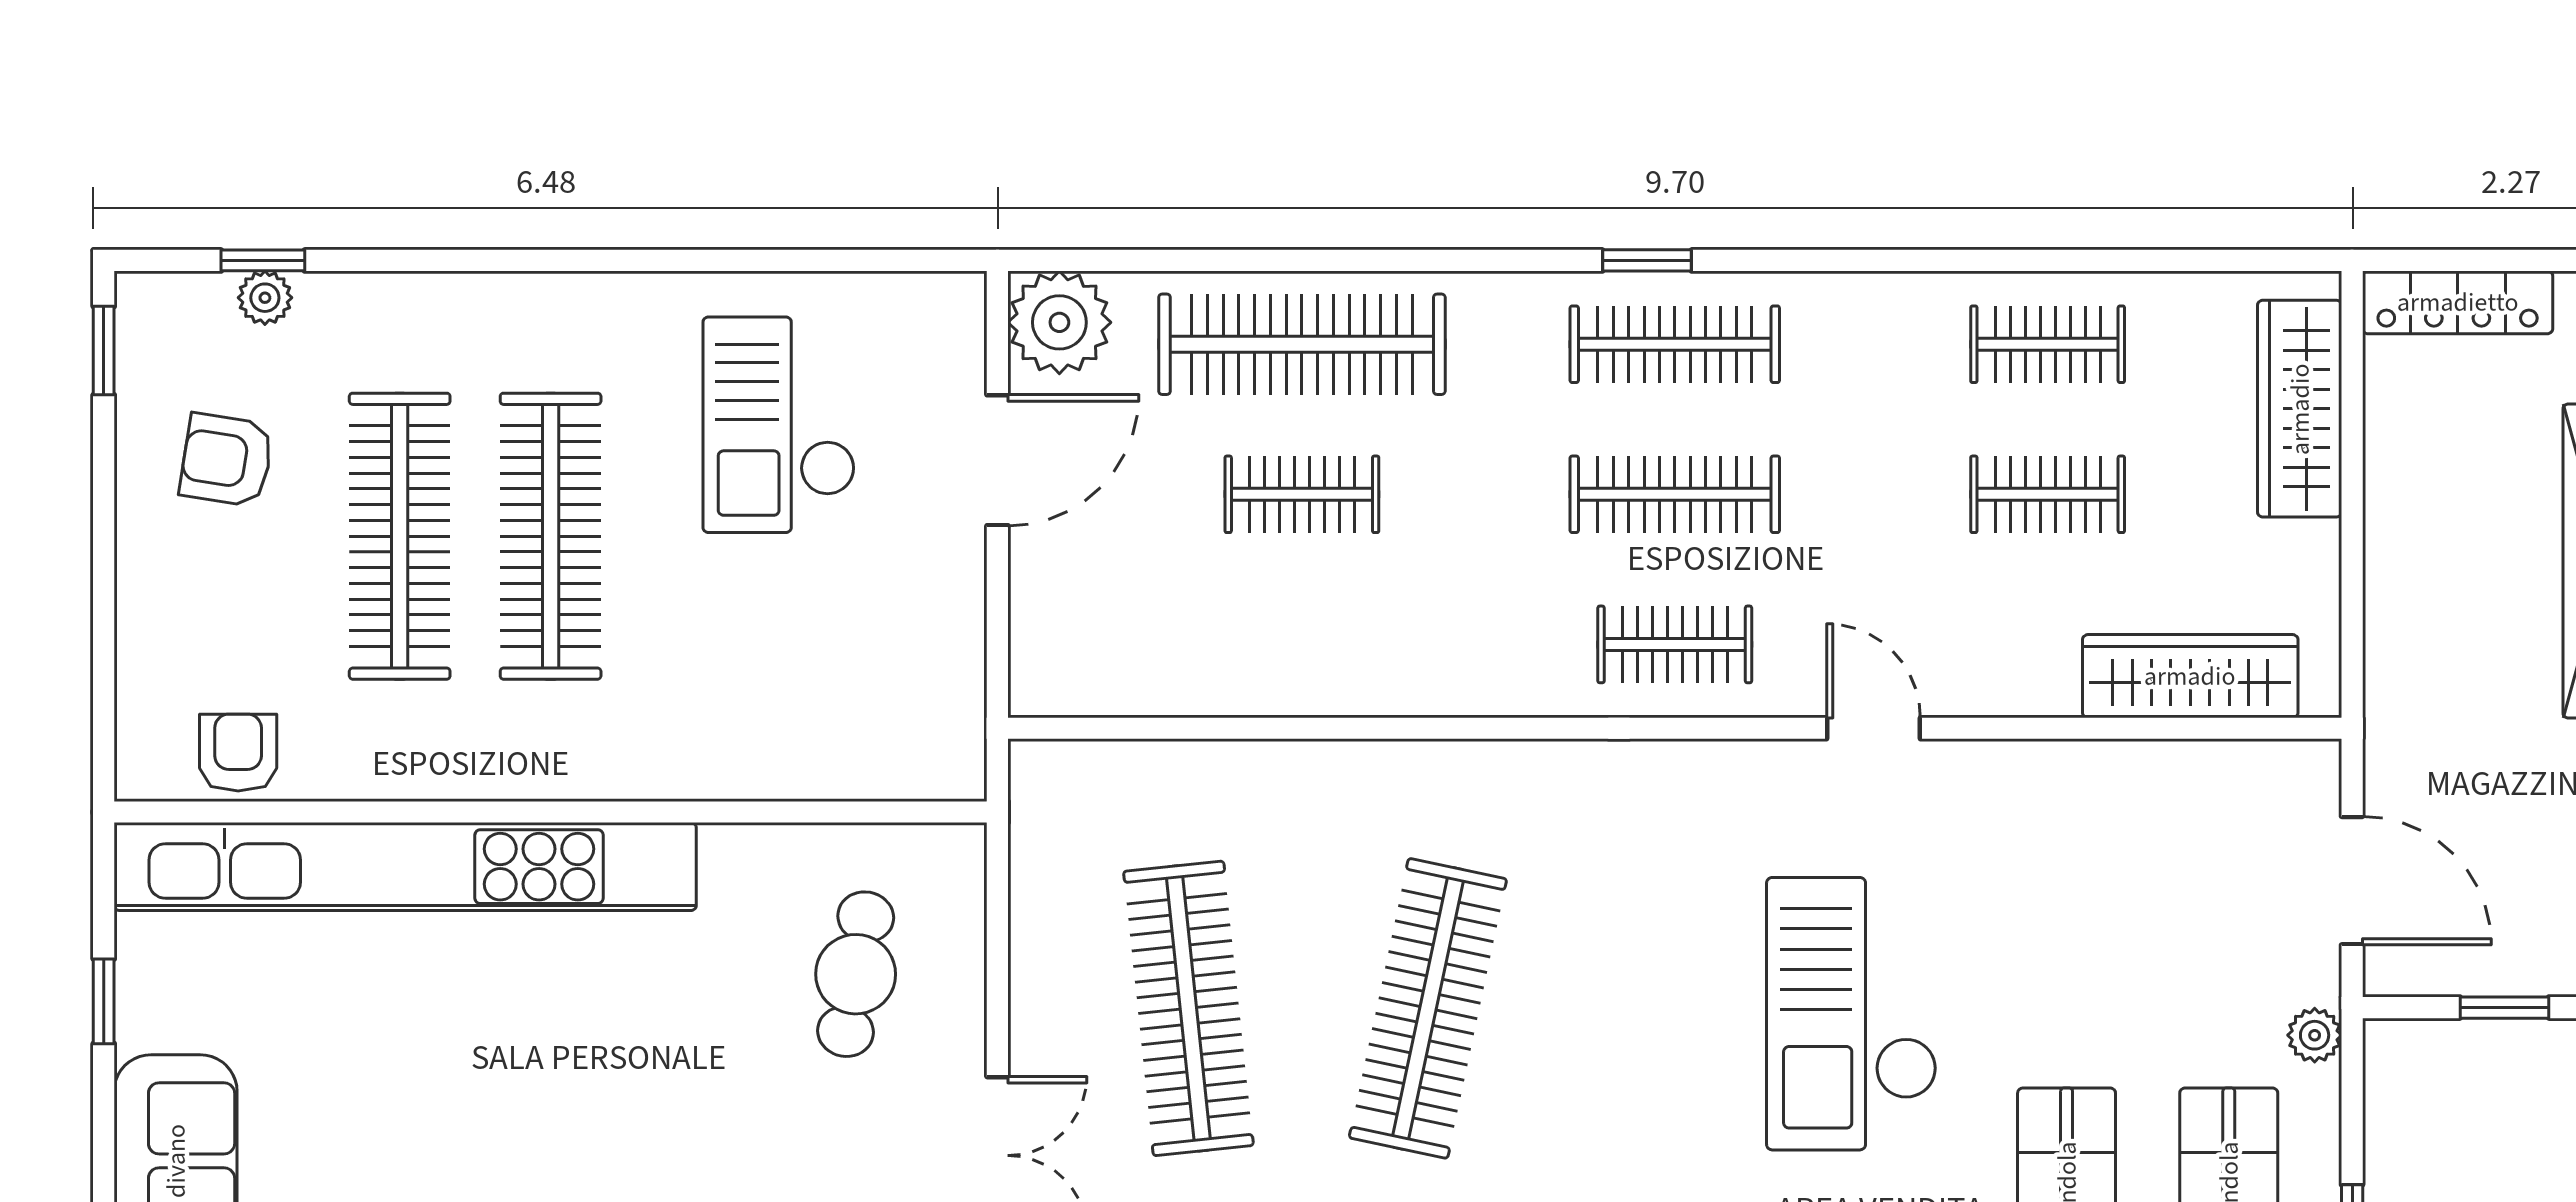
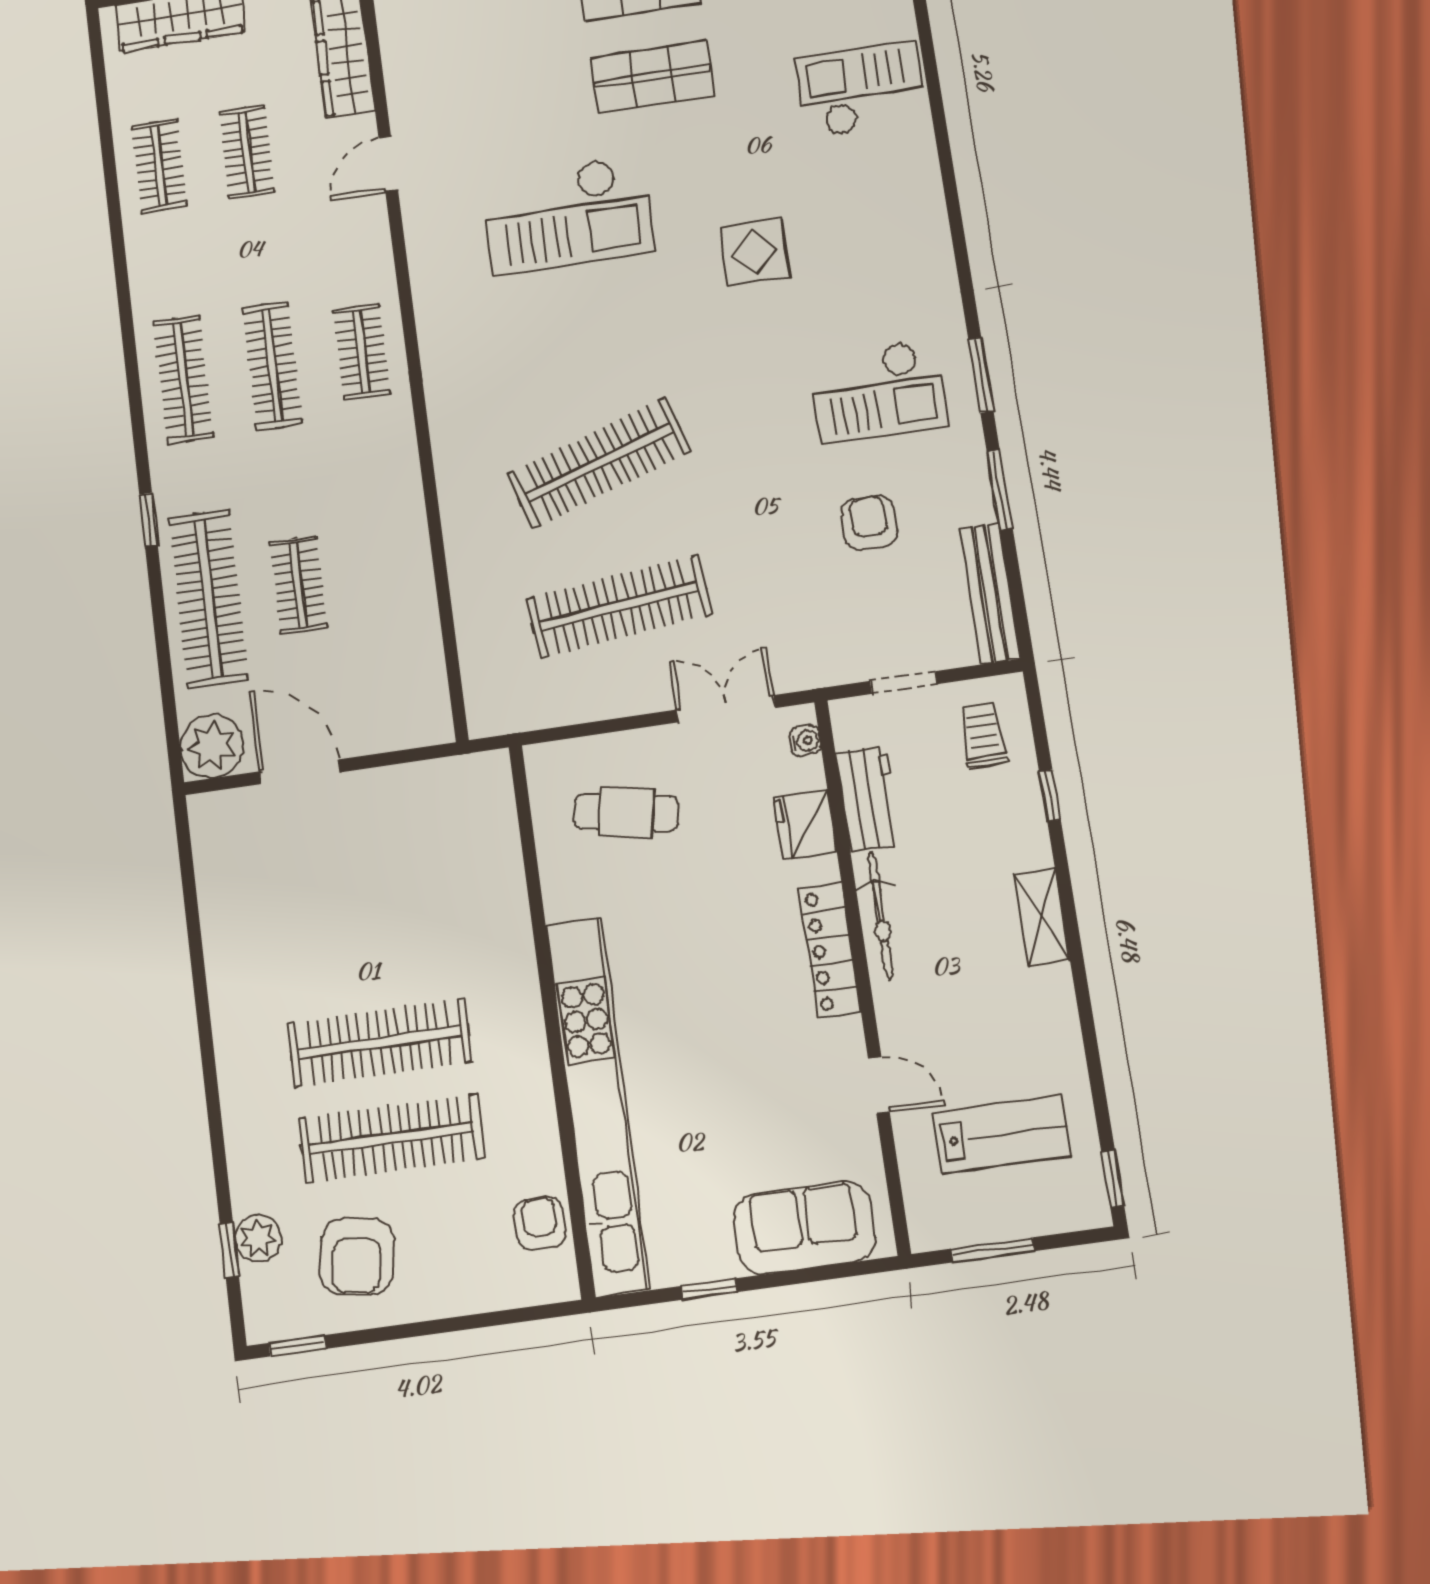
window: (1647, 260) -> (149, 520), moved
plant: (265, 298) -> (258, 1238), width x1.38, depth x1.38
checkout: (779, 425) -> (294, 909), removed
armchair: (227, 460) -> (357, 1256), width x1.38, depth x1.38
door: (1874, 728) -> (388, 164), moved
armchair: (238, 753) -> (540, 1223), turned 90
clothes rail: (1428, 1008) -> (599, 463), turned -30

